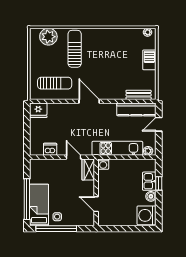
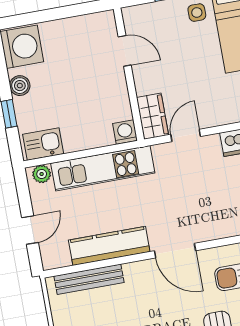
bench: (139, 95) -> (89, 279), width x1.36
kitchen counter: (136, 109) -> (109, 246), moved
door: (74, 157) -> (186, 135), swing flipped
kitchen sink: (149, 181) -> (43, 144), moved, turned -90

